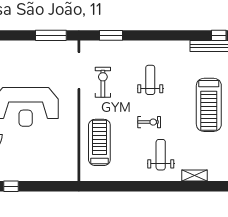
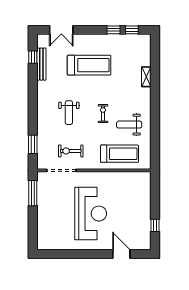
weight bench: (150, 80) -> (69, 113), turned -90
treadmill: (99, 142) -> (119, 154), turned 180
weight bench: (161, 155) -> (129, 125), moved

